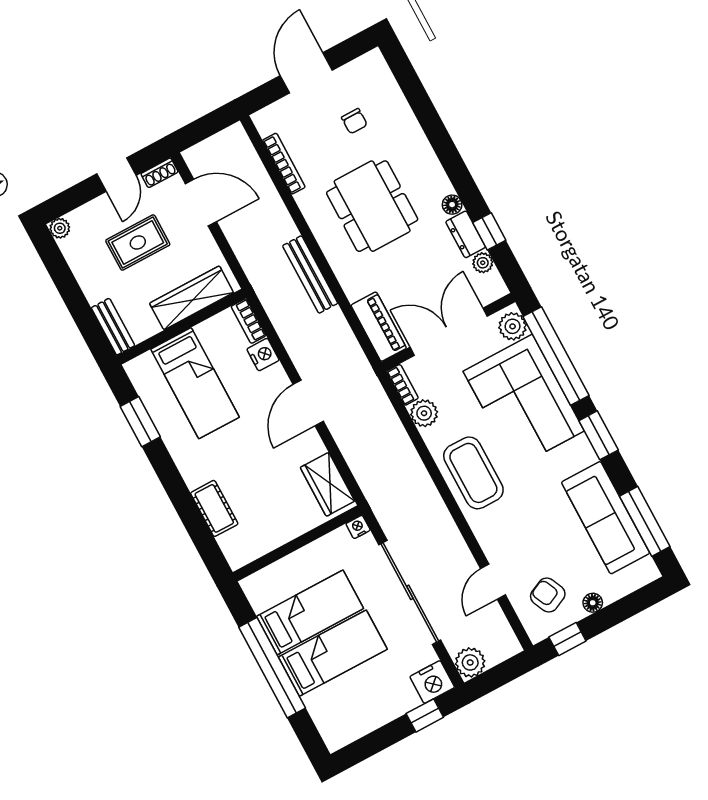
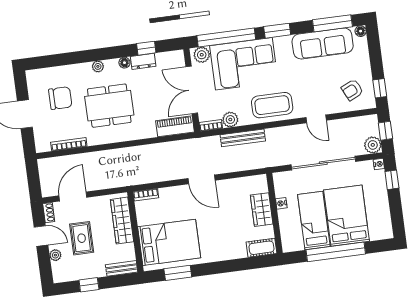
chair: (354, 121) -> (60, 98), width x1.87, depth x1.87
plant: (60, 228) -> (55, 255), moved
plant: (483, 263) -> (98, 66), moved
bench: (310, 274) -> (243, 138), moved
window: (66, 283) -> (89, 285), added
nightstand: (263, 355) -> (167, 194), removed
bed: (195, 383) -> (169, 242), width x1.50
wardrobe: (328, 484) -> (262, 210), moved, turned 90
cot: (214, 508) -> (261, 248), moved
nightstand: (358, 527) -> (281, 203), moved
door: (493, 582) -> (316, 119), moved
floor lamp: (593, 603) -> (361, 31), moved
bed: (333, 653) -> (347, 216), width x1.50
window: (501, 674) -> (385, 131), added
nightstand: (432, 682) -> (379, 164), width x0.53, depth x0.56

